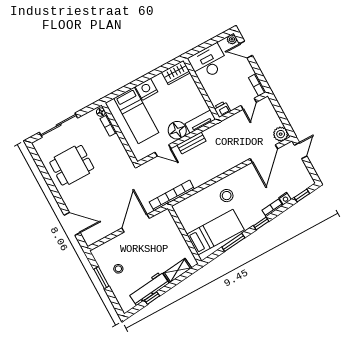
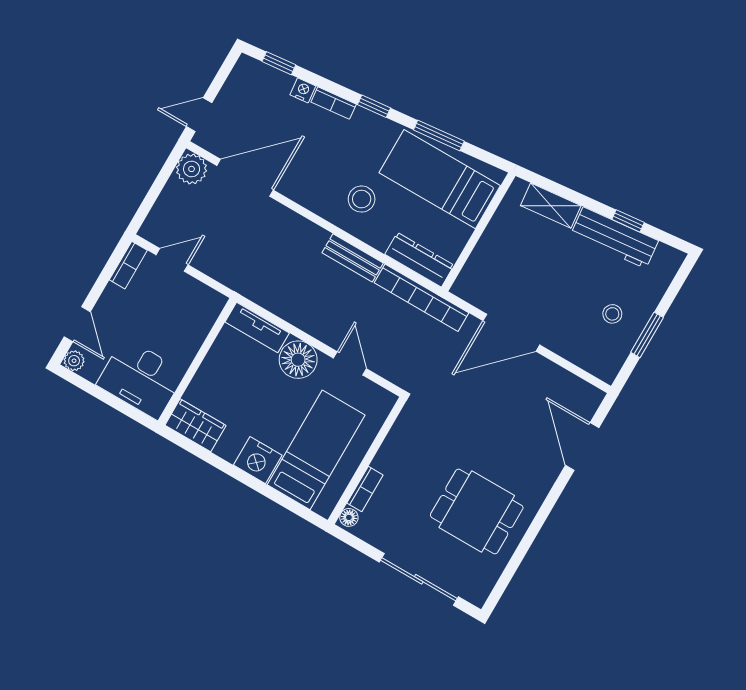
printer: (222, 109) -> (211, 302), removed
bench: (191, 143) -> (353, 258), moved
dresser: (188, 204) -> (419, 260), added

